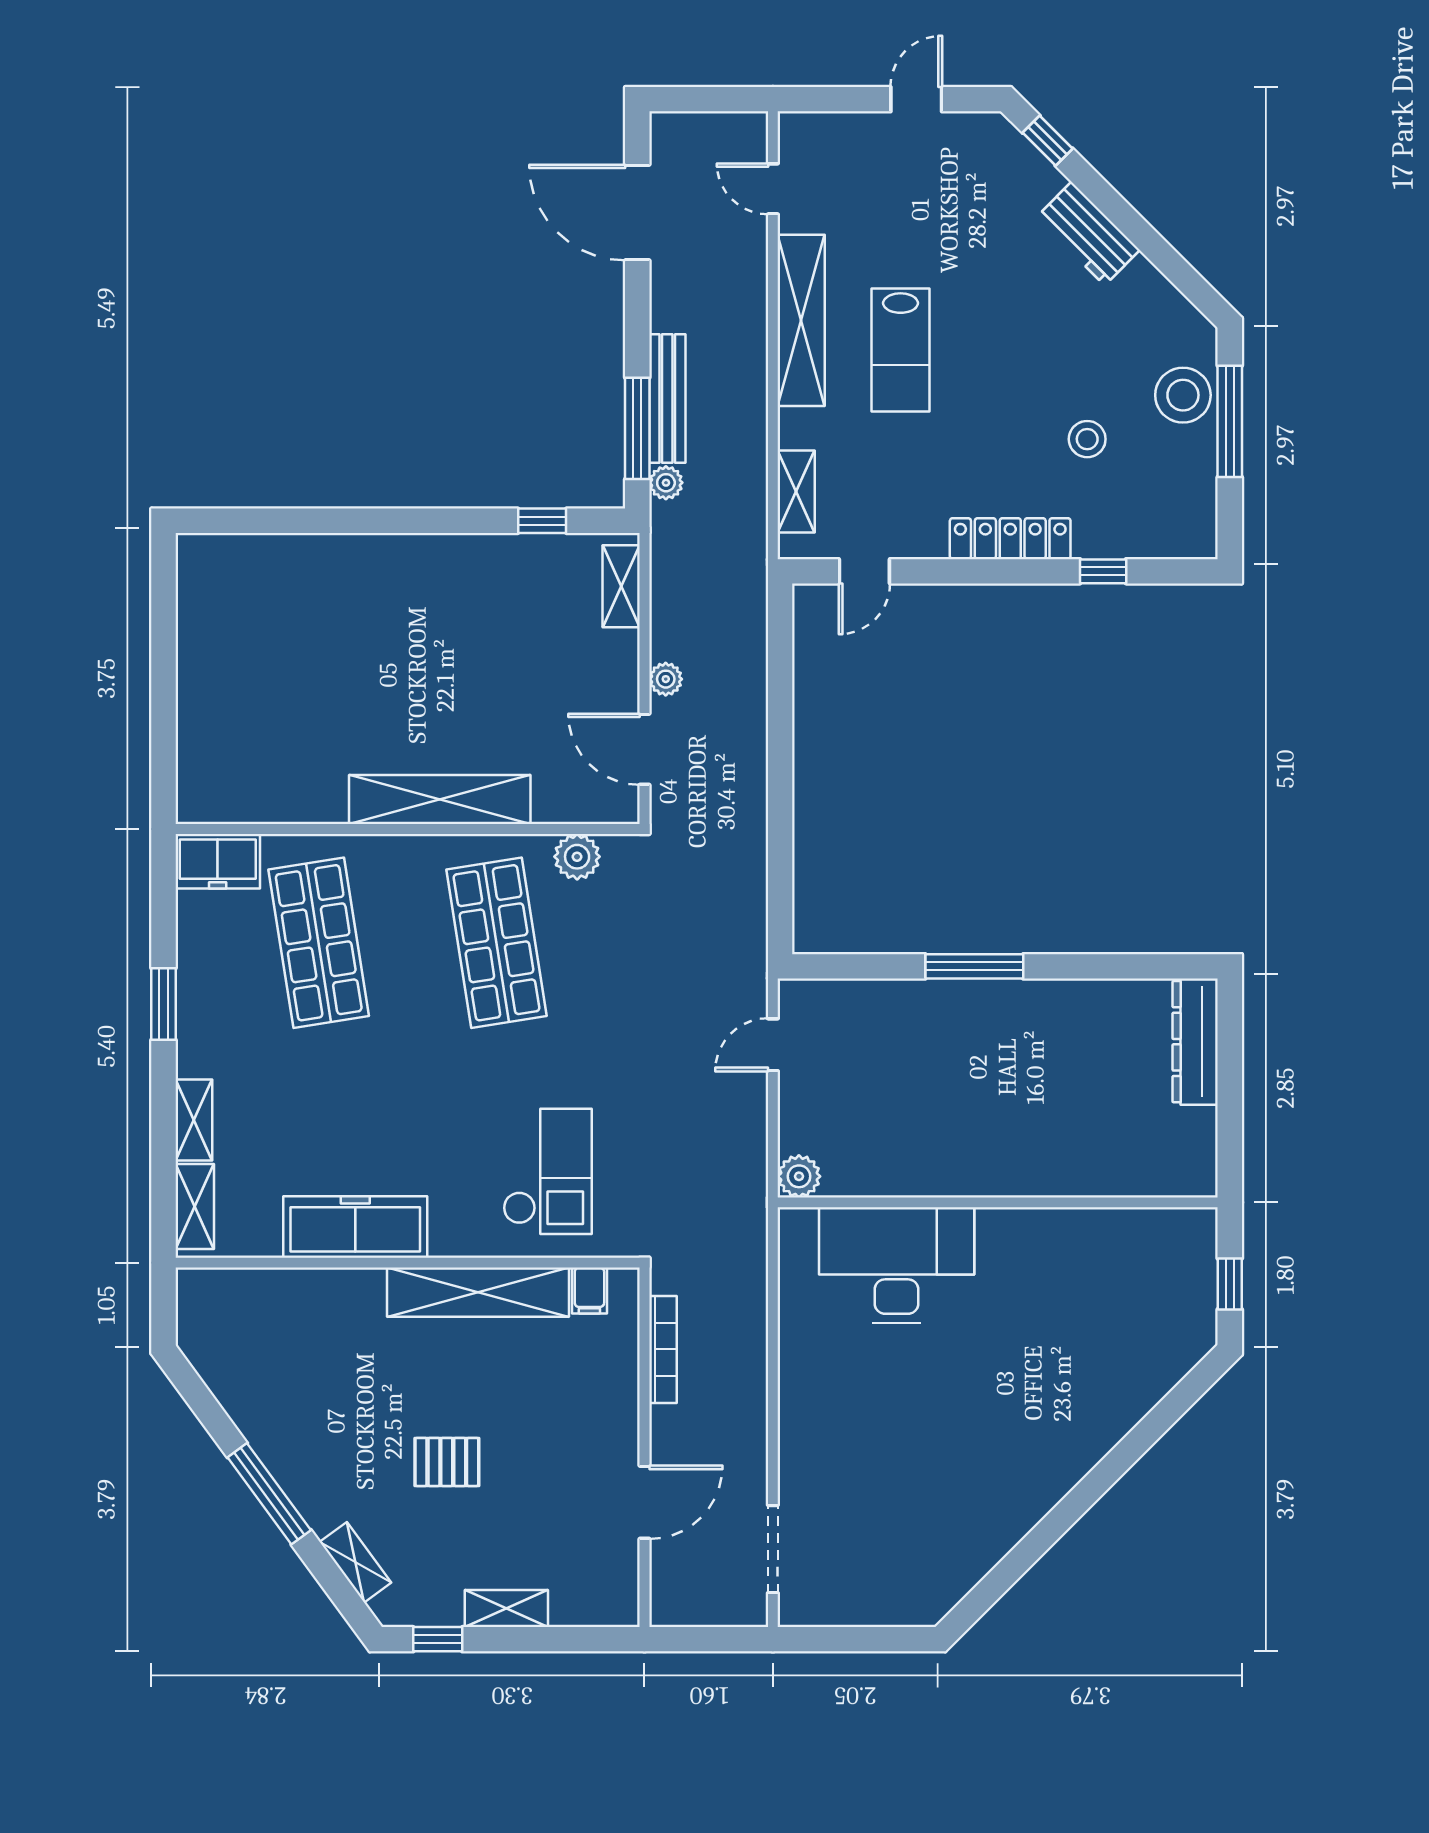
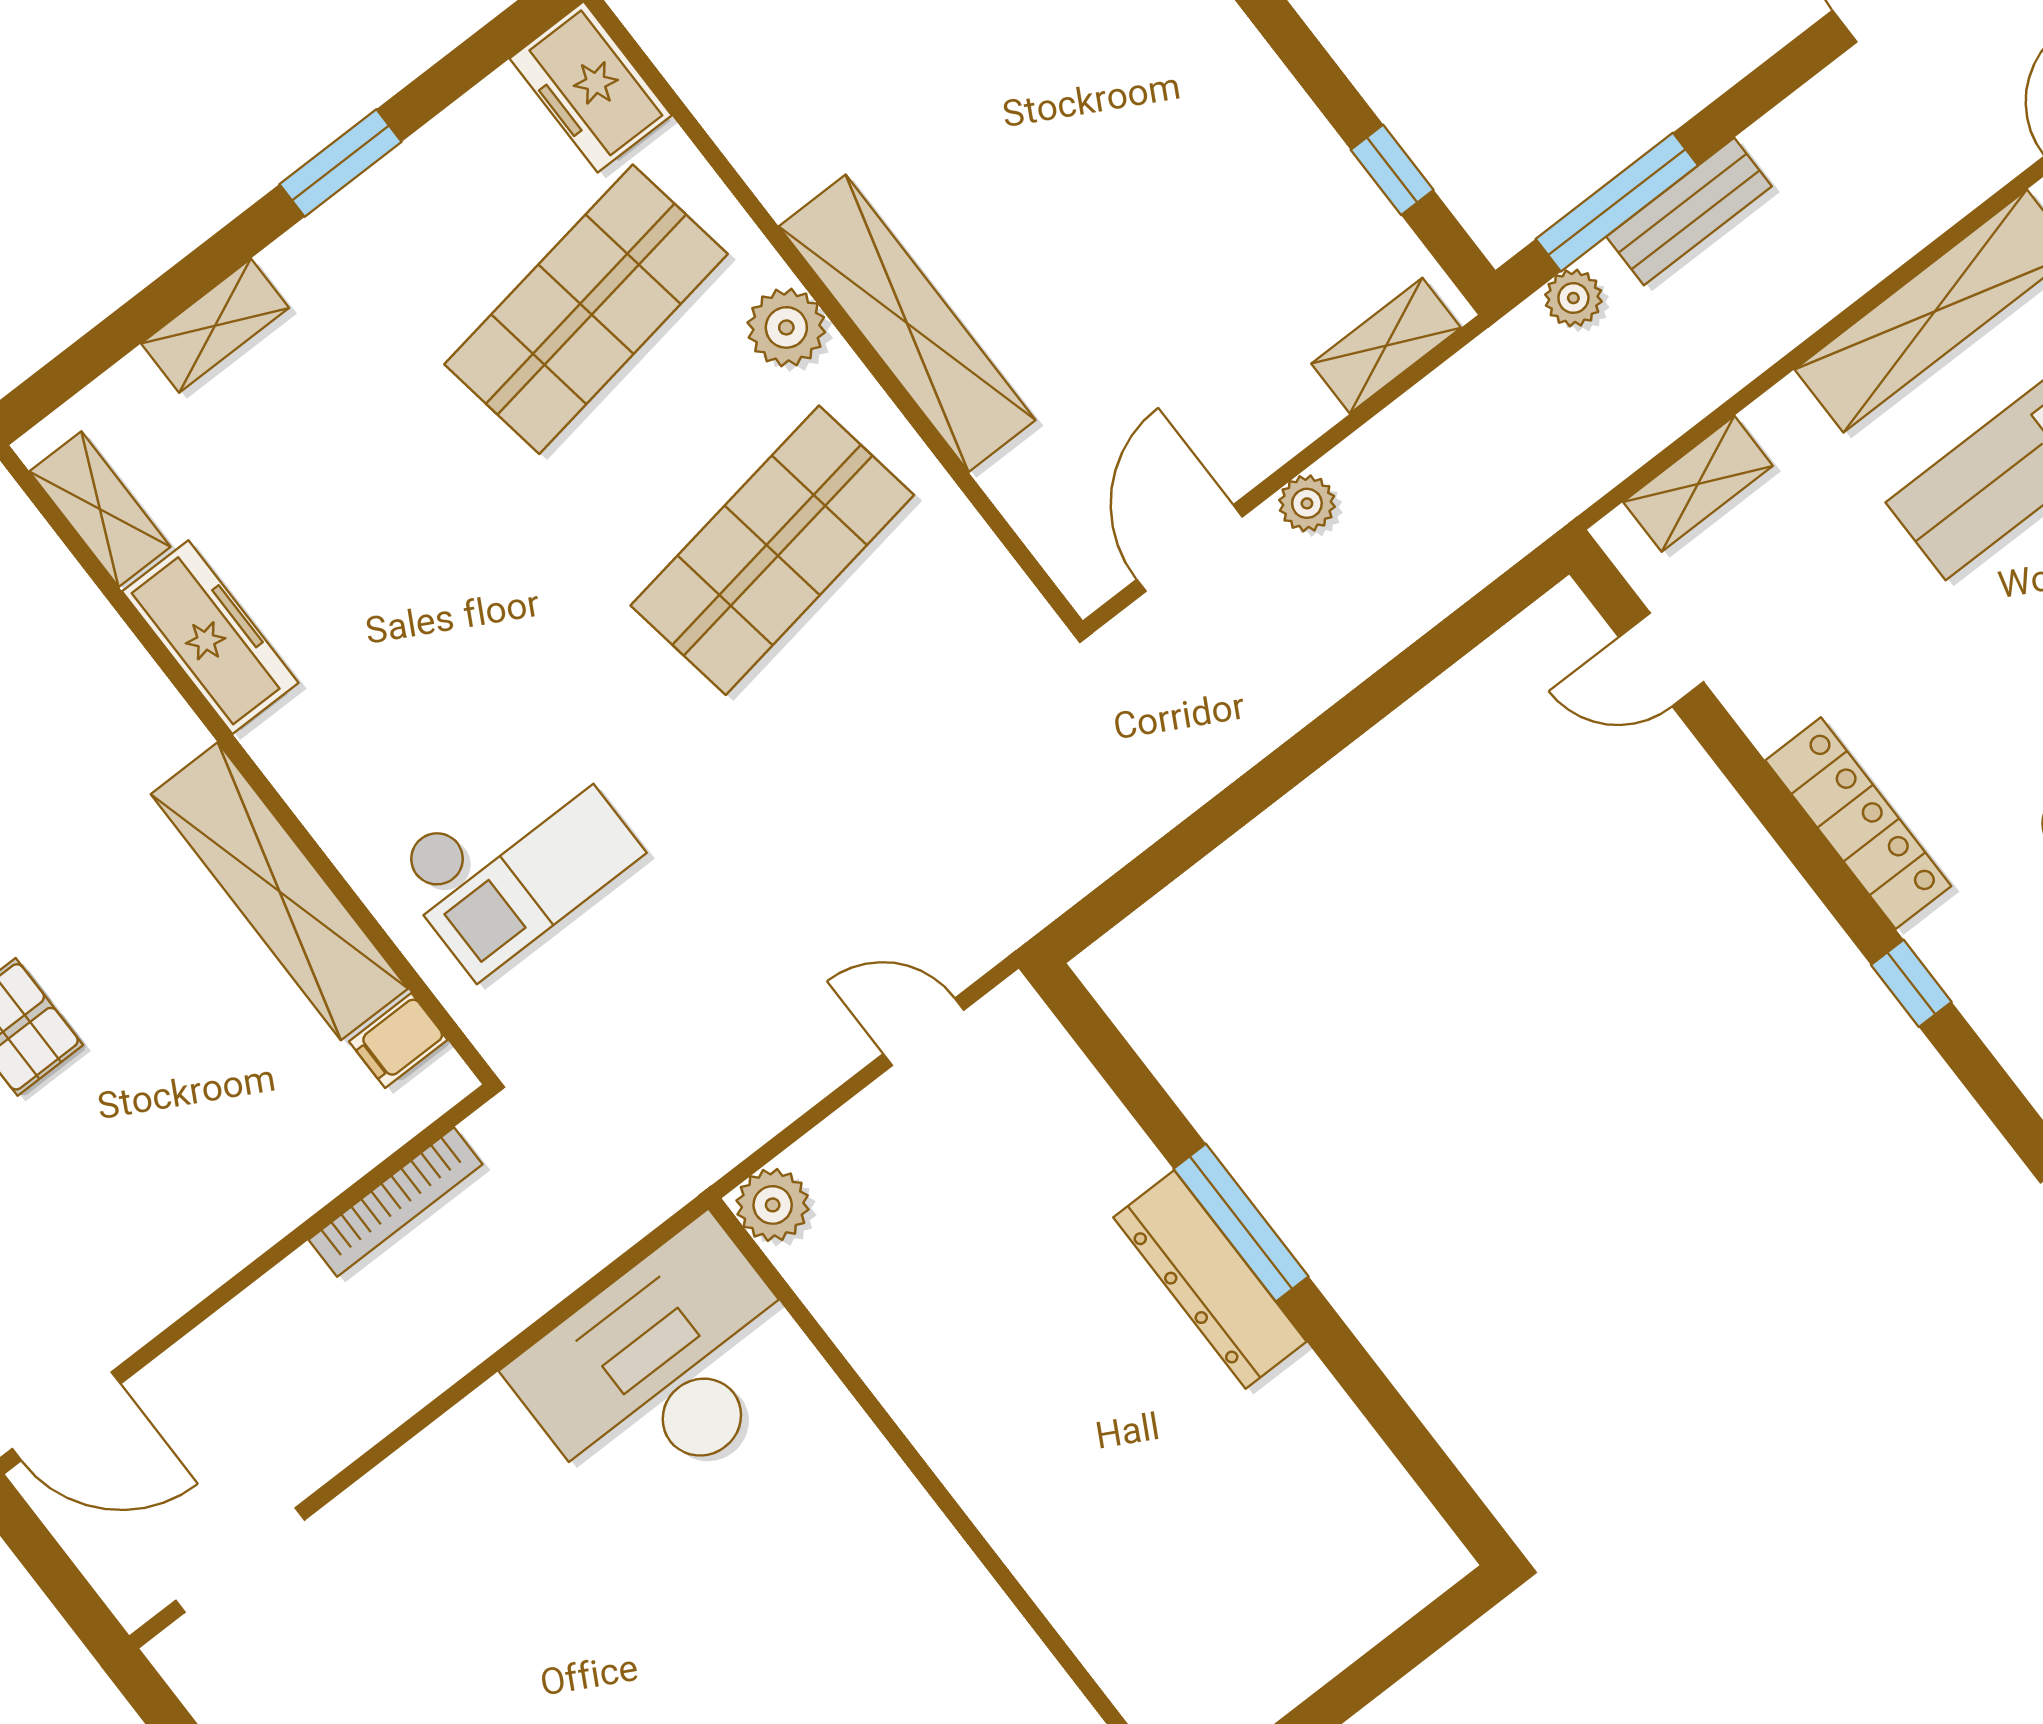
bench: (667, 398) -> (1689, 211), width x0.73
plant: (577, 857) -> (786, 327), moved
dresser: (1195, 1042) -> (1210, 1279), moved, turned -90
shelving: (195, 1206) -> (100, 509), moved, turned 90
freezer: (355, 1227) -> (210, 637), width x0.73, depth x0.79
desk: (897, 1265) -> (664, 1368), moved, turned -90
door: (644, 1502) -> (66, 1416), moved

